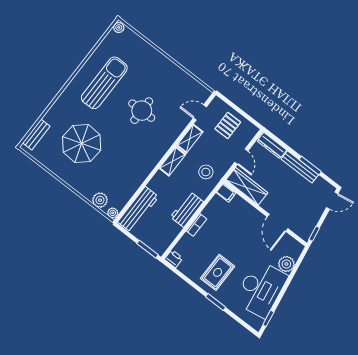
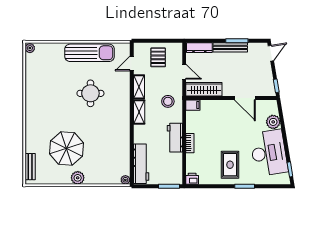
sun lounger: (104, 83) -> (90, 53), moved, turned 90
plant: (100, 200) -> (78, 178), moved

